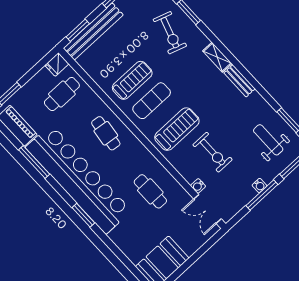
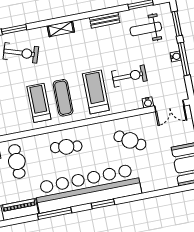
bench: (239, 81) -> (105, 20), moved
cafe table: (150, 191) -> (130, 140), turned 32
window: (83, 215) -> (103, 204), moved

